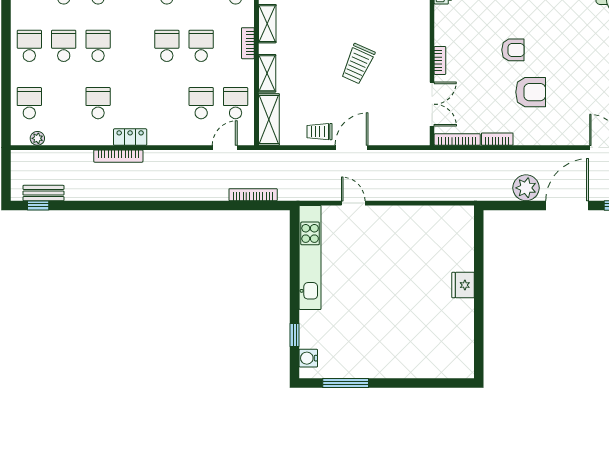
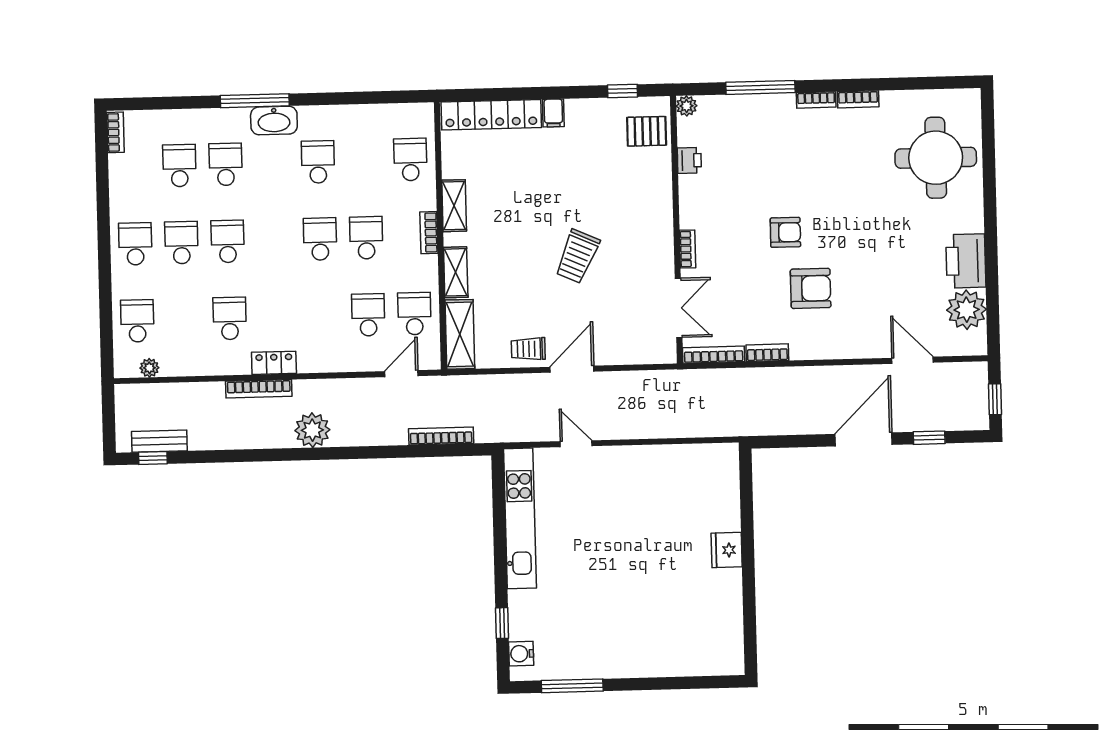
plant: (526, 188) -> (312, 430), moved

